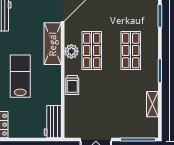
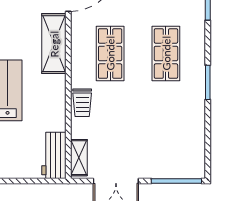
plant: (71, 51) -> (81, 55), removed
shelving: (152, 104) -> (79, 158), moved

